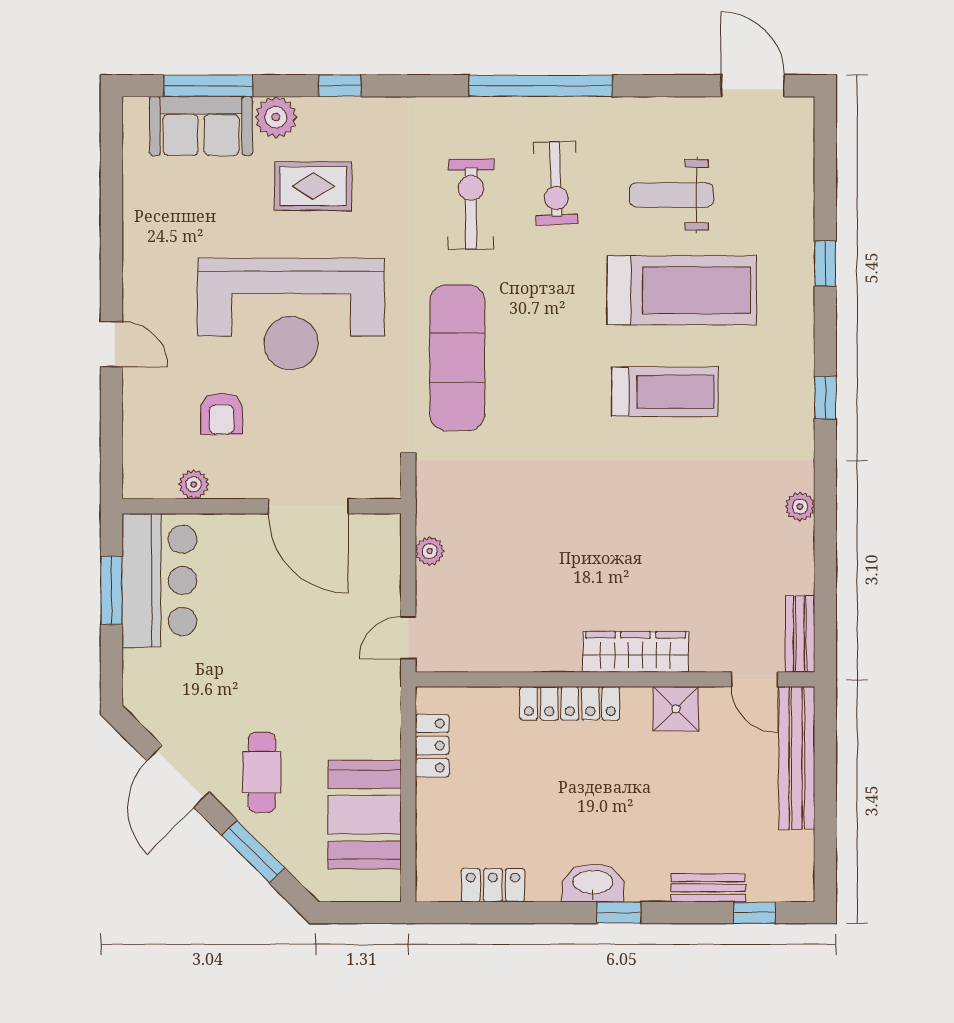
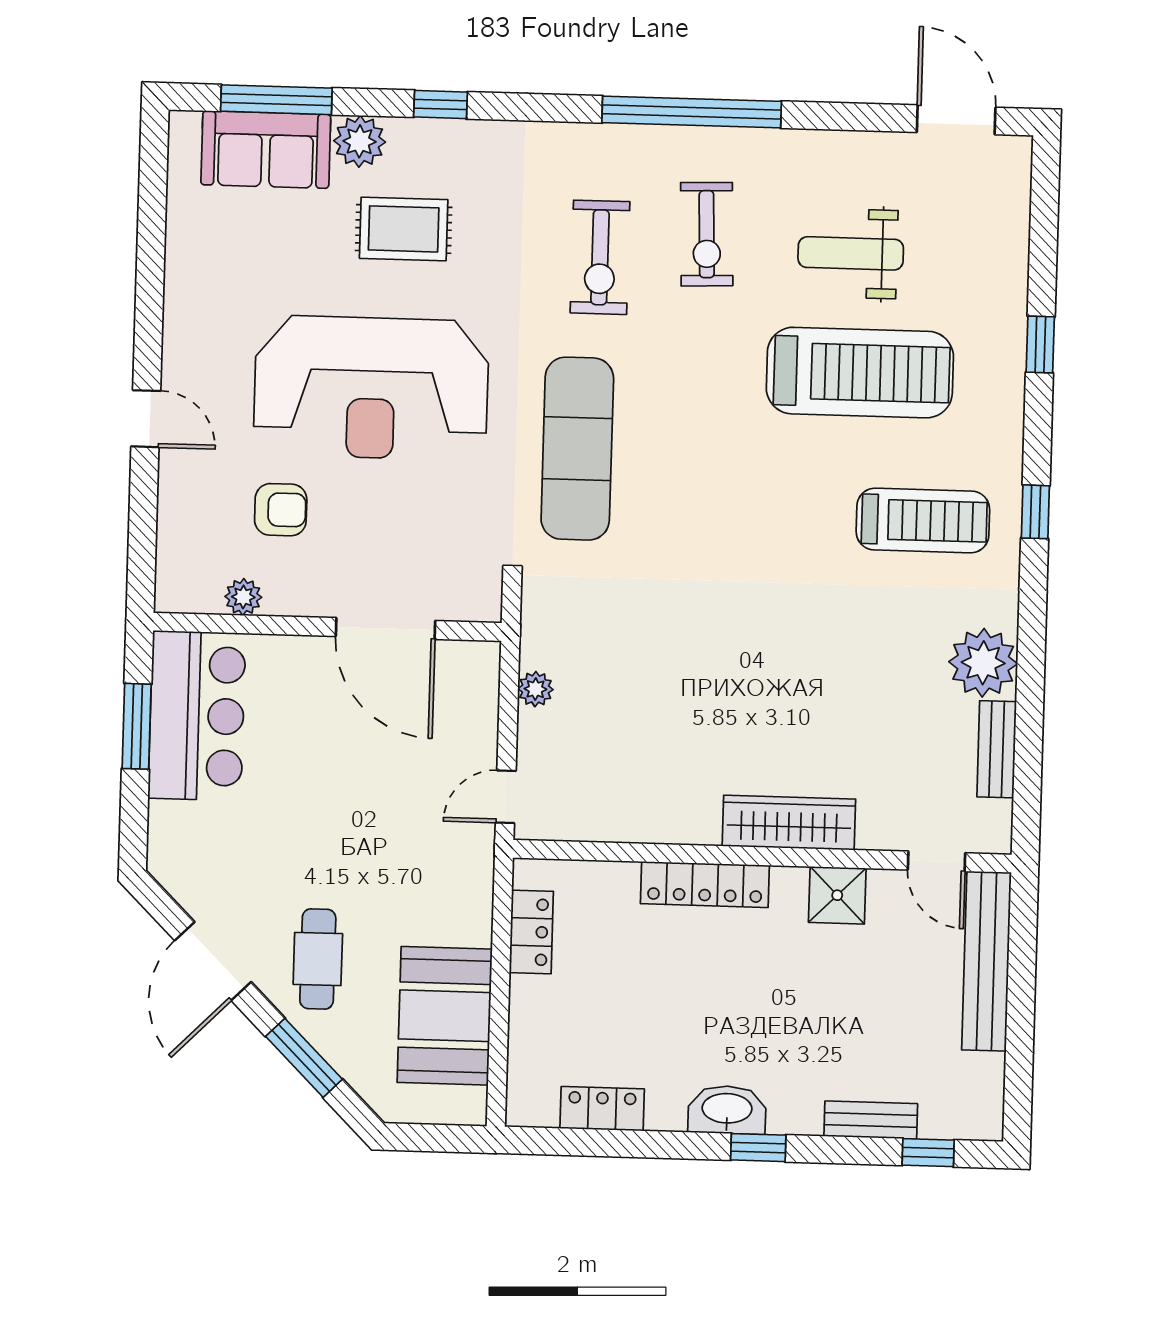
exercise bike: (471, 204) -> (600, 257), turned 180
treadmill: (665, 392) -> (923, 521), moved
armchair: (222, 414) -> (281, 510), turned -90
plant: (800, 507) -> (983, 663), width x1.88, depth x1.88
bench: (800, 634) -> (997, 749), moved

